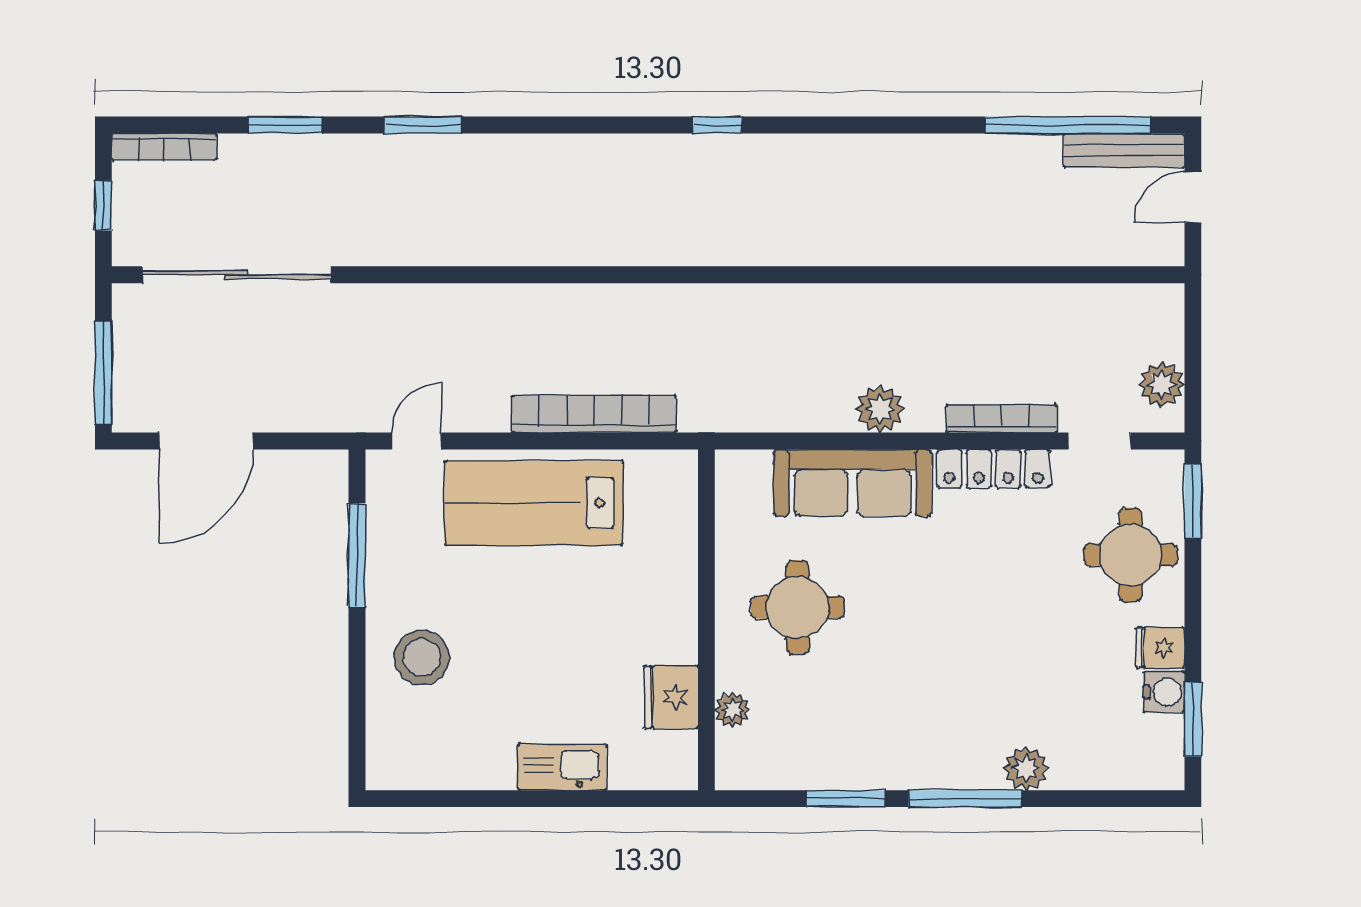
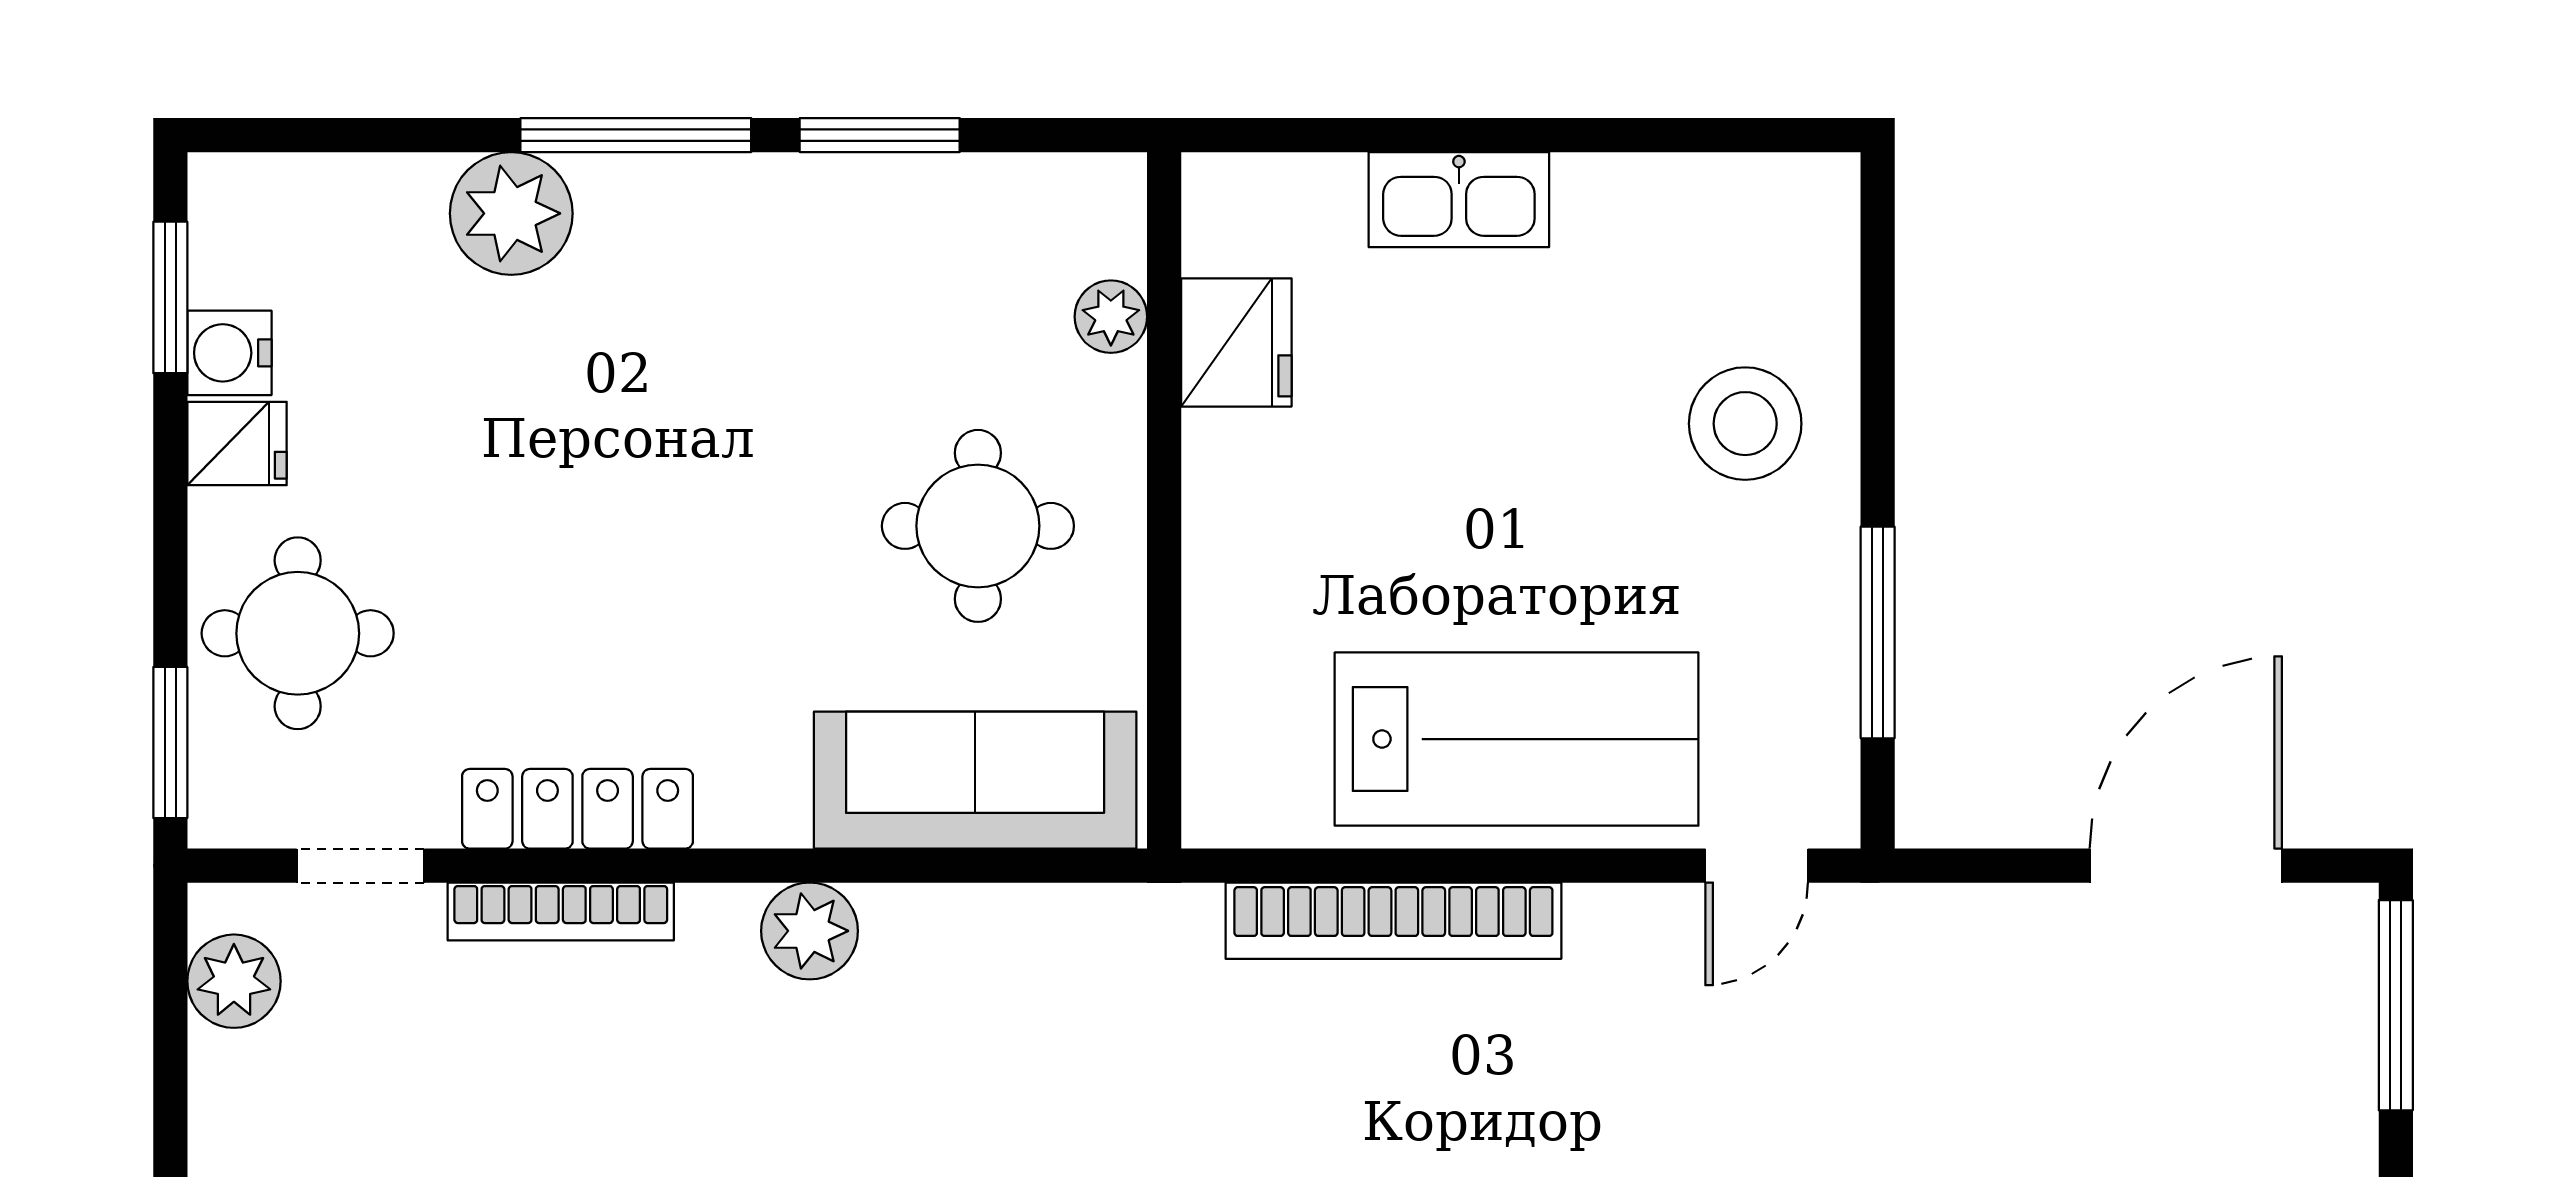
sofa: (852, 483) -> (975, 780), moved
plant: (1026, 768) -> (511, 213), width x1.36, depth x1.36

